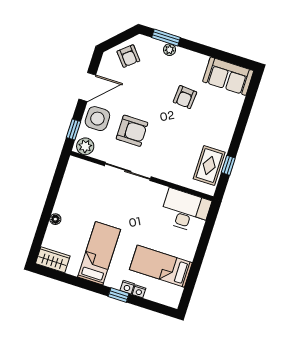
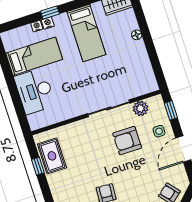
side table: (97, 119) -> (159, 131), width x0.54, depth x0.54
plant: (85, 146) -> (140, 108), moved
desk: (185, 211) -> (35, 91), moved, turned 90

